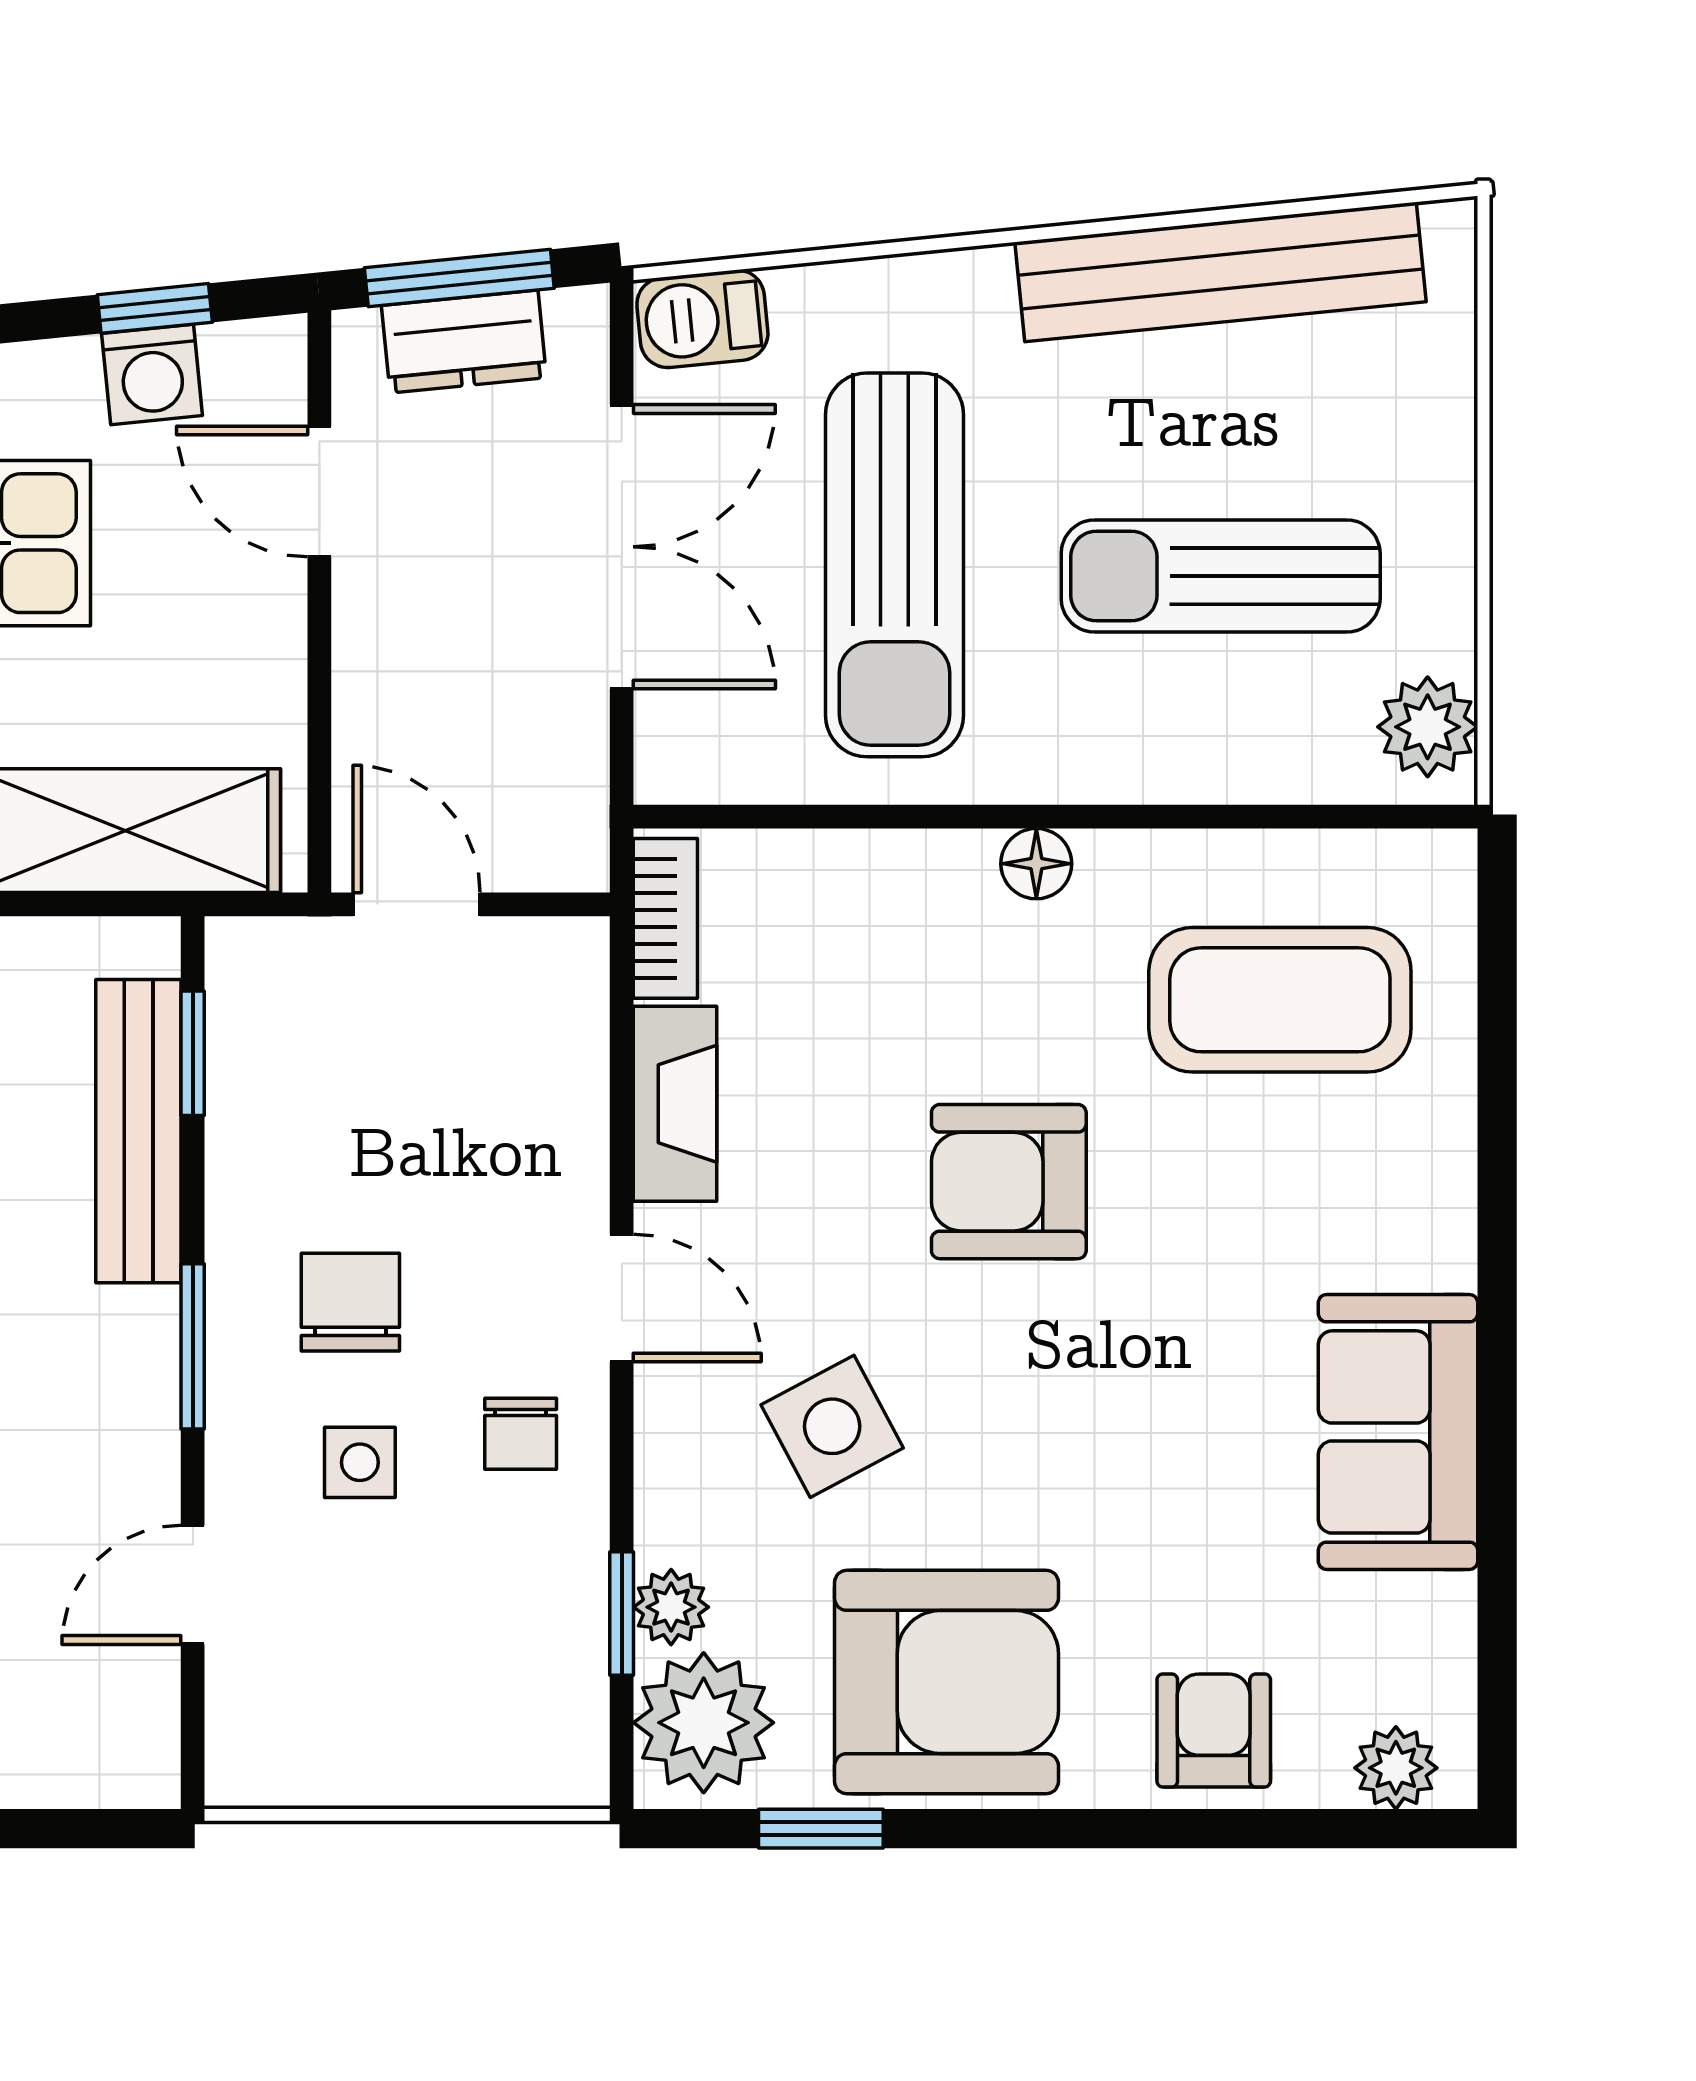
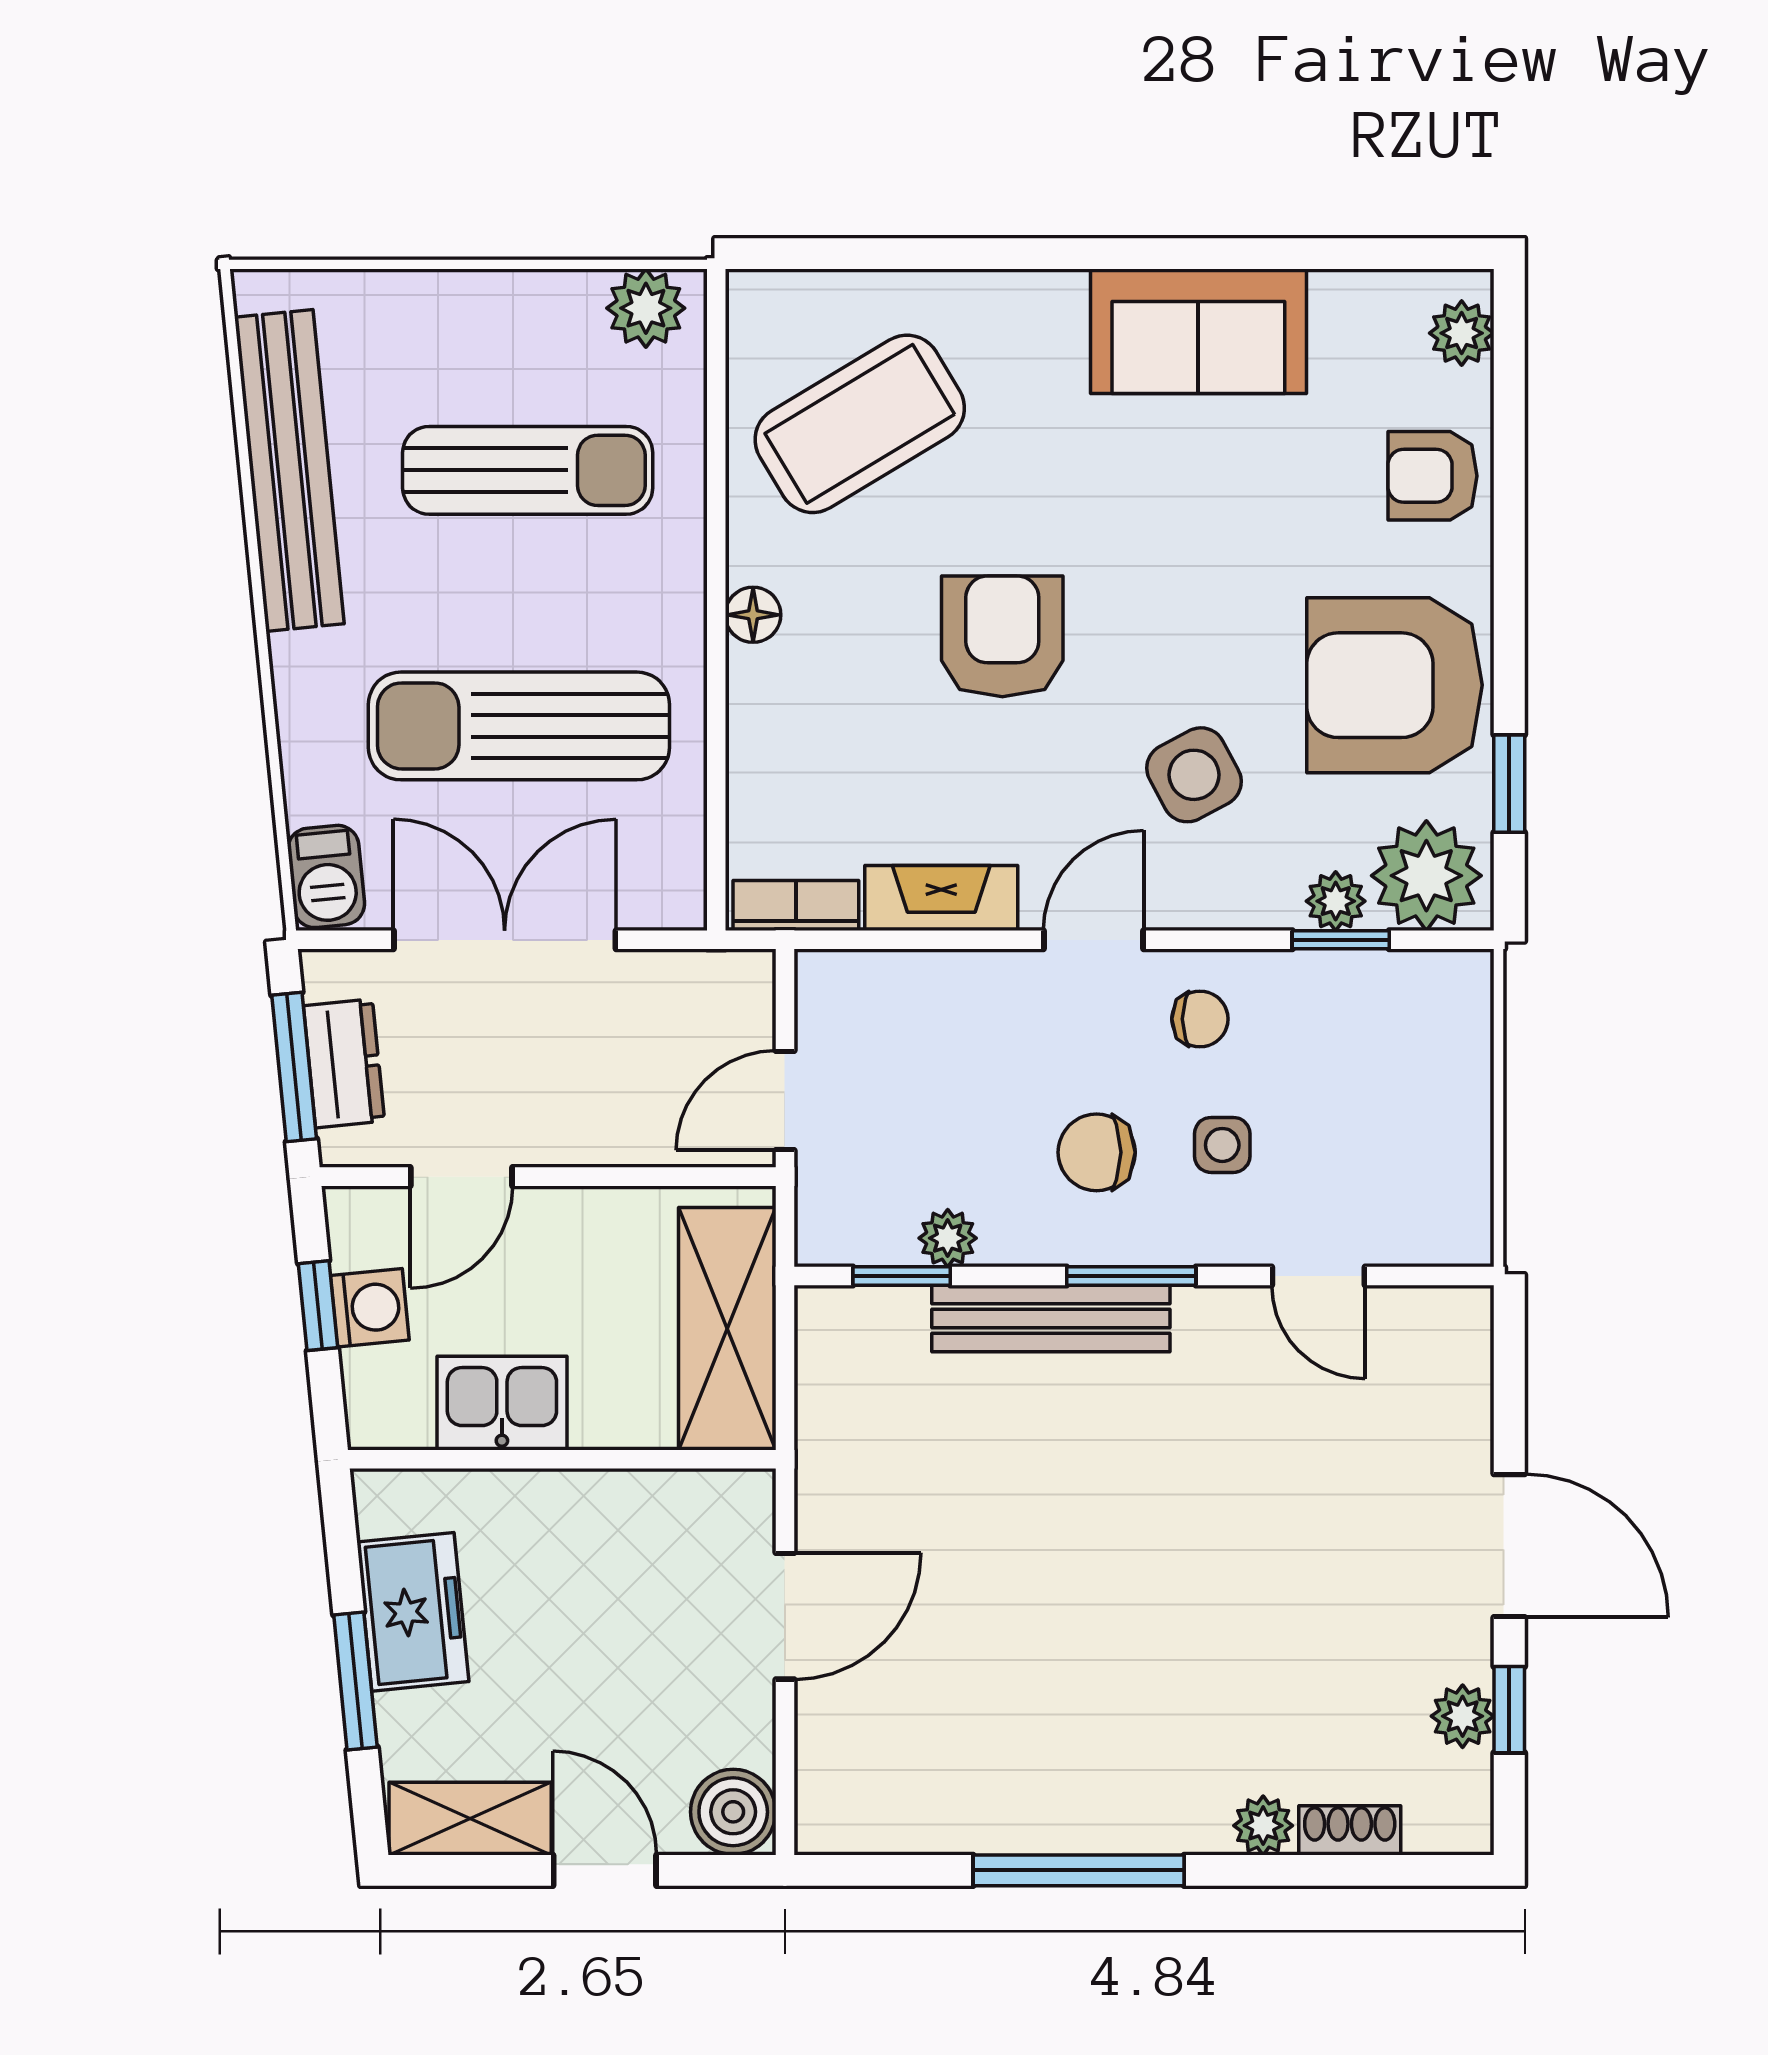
sun lounger: (894, 565) -> (519, 726), turned 180
sun lounger: (1221, 576) -> (528, 470), turned -90
coffee table: (1280, 1000) -> (860, 424), turned 59
plant: (241, 1112) -> (948, 1238), added
bench: (138, 1131) -> (1051, 1318), moved
armchair: (1009, 1182) -> (1002, 636), turned 180
armchair: (947, 1682) -> (1394, 685), turned -90

